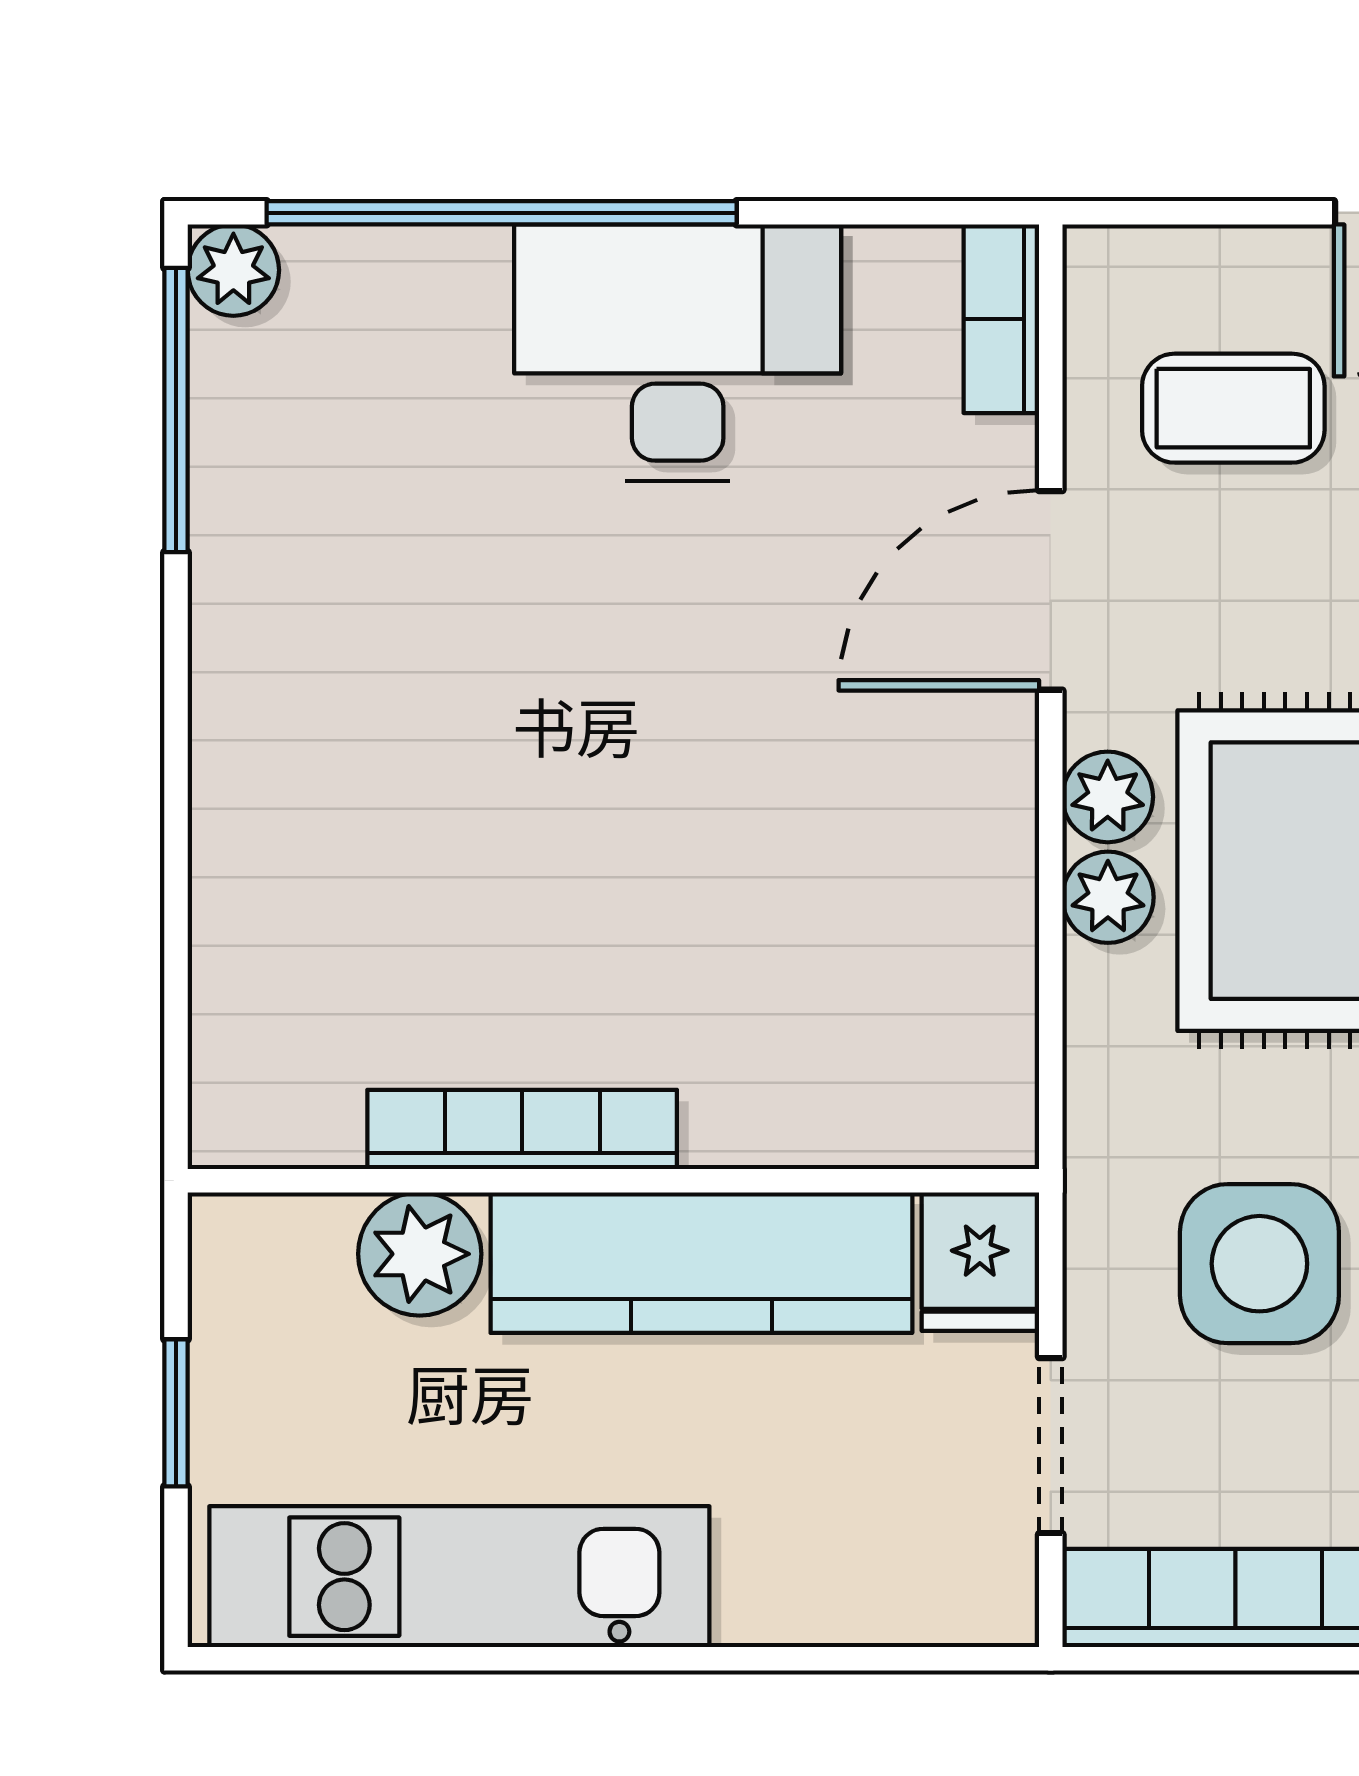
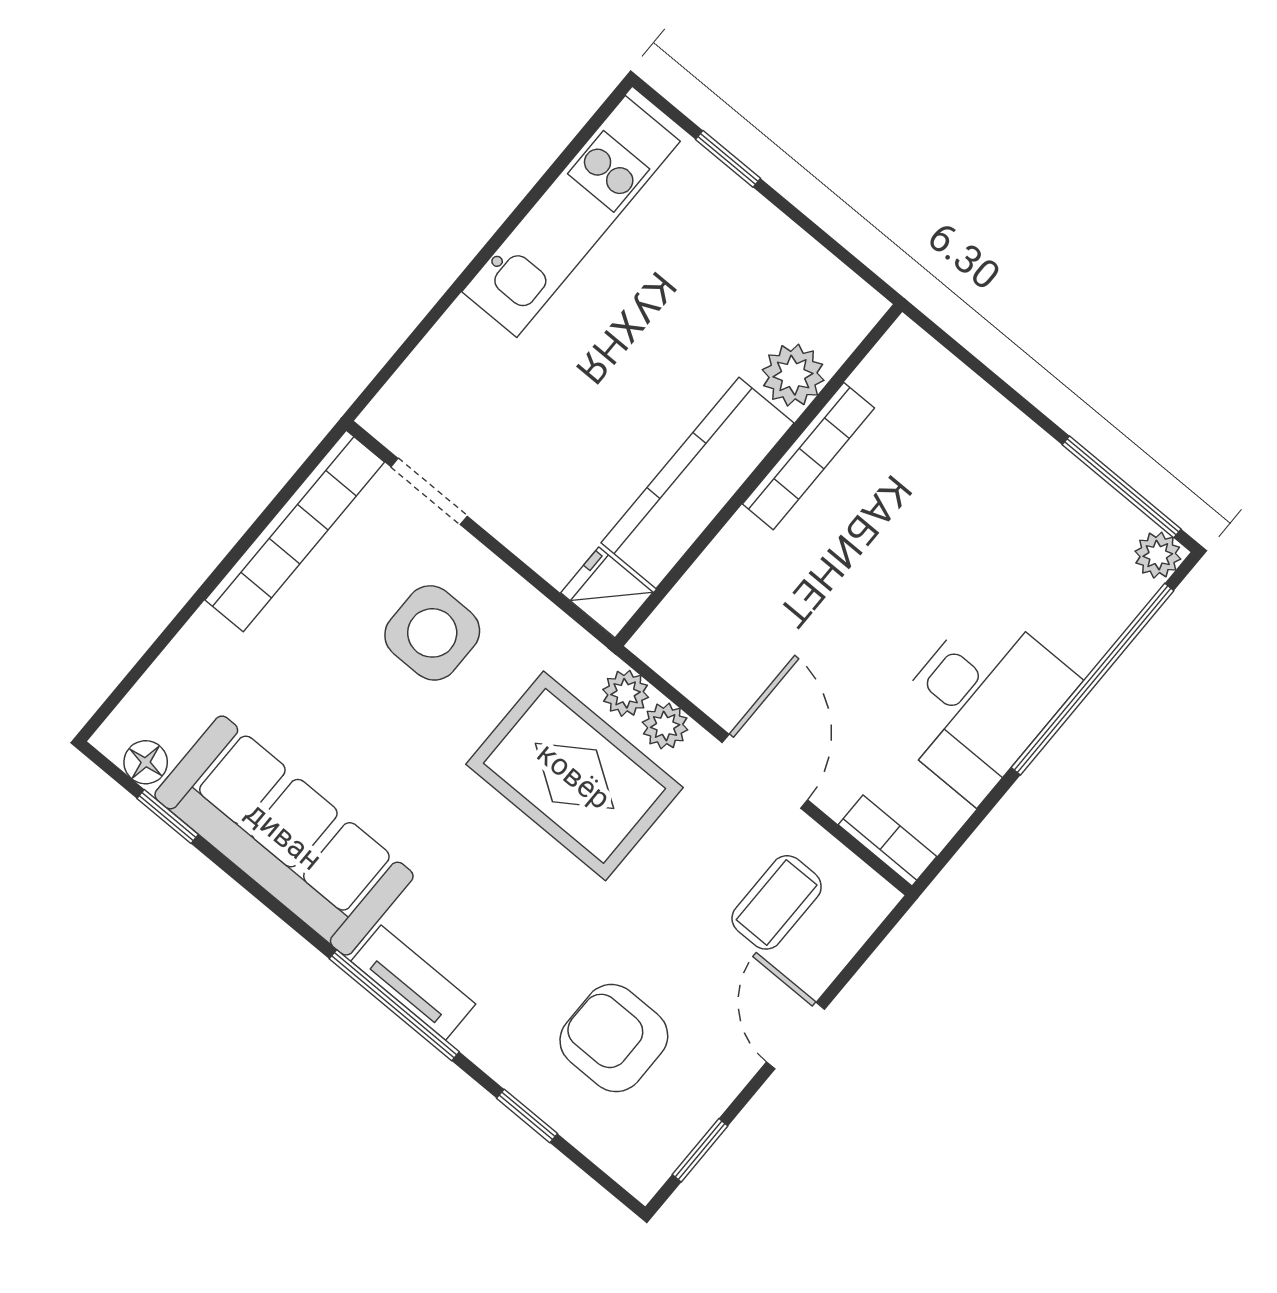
bookcase: (522, 1129) -> (808, 456), moved
wall: (613, 1181) -> (758, 475), moved
plant: (420, 1254) -> (793, 375), moved
fridge: (980, 1262) -> (607, 592), moved
kitchen counter: (701, 1263) -> (698, 483), moved

